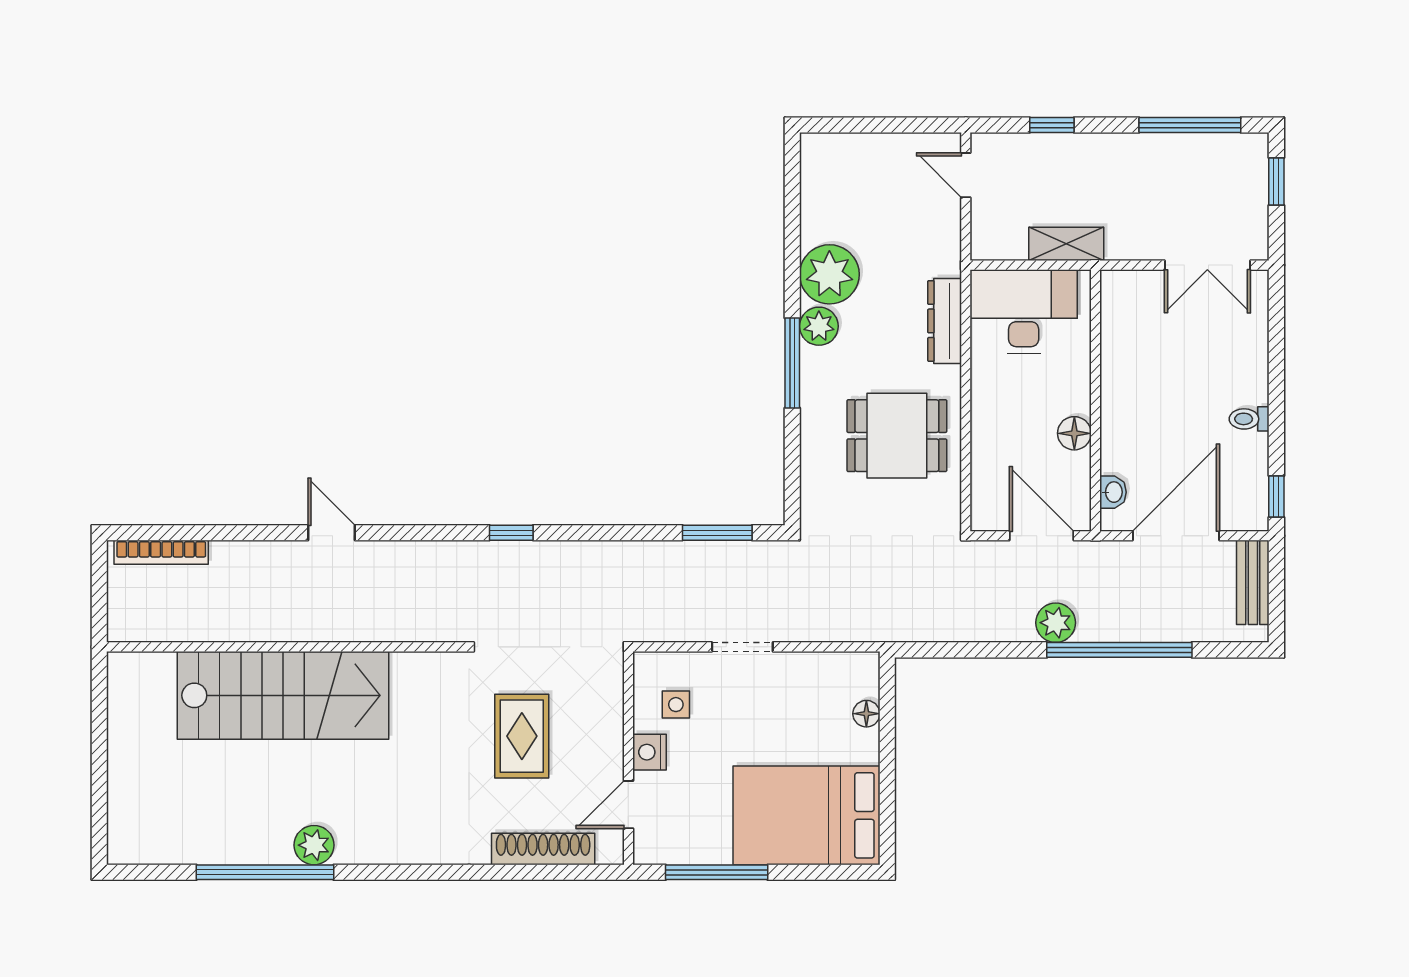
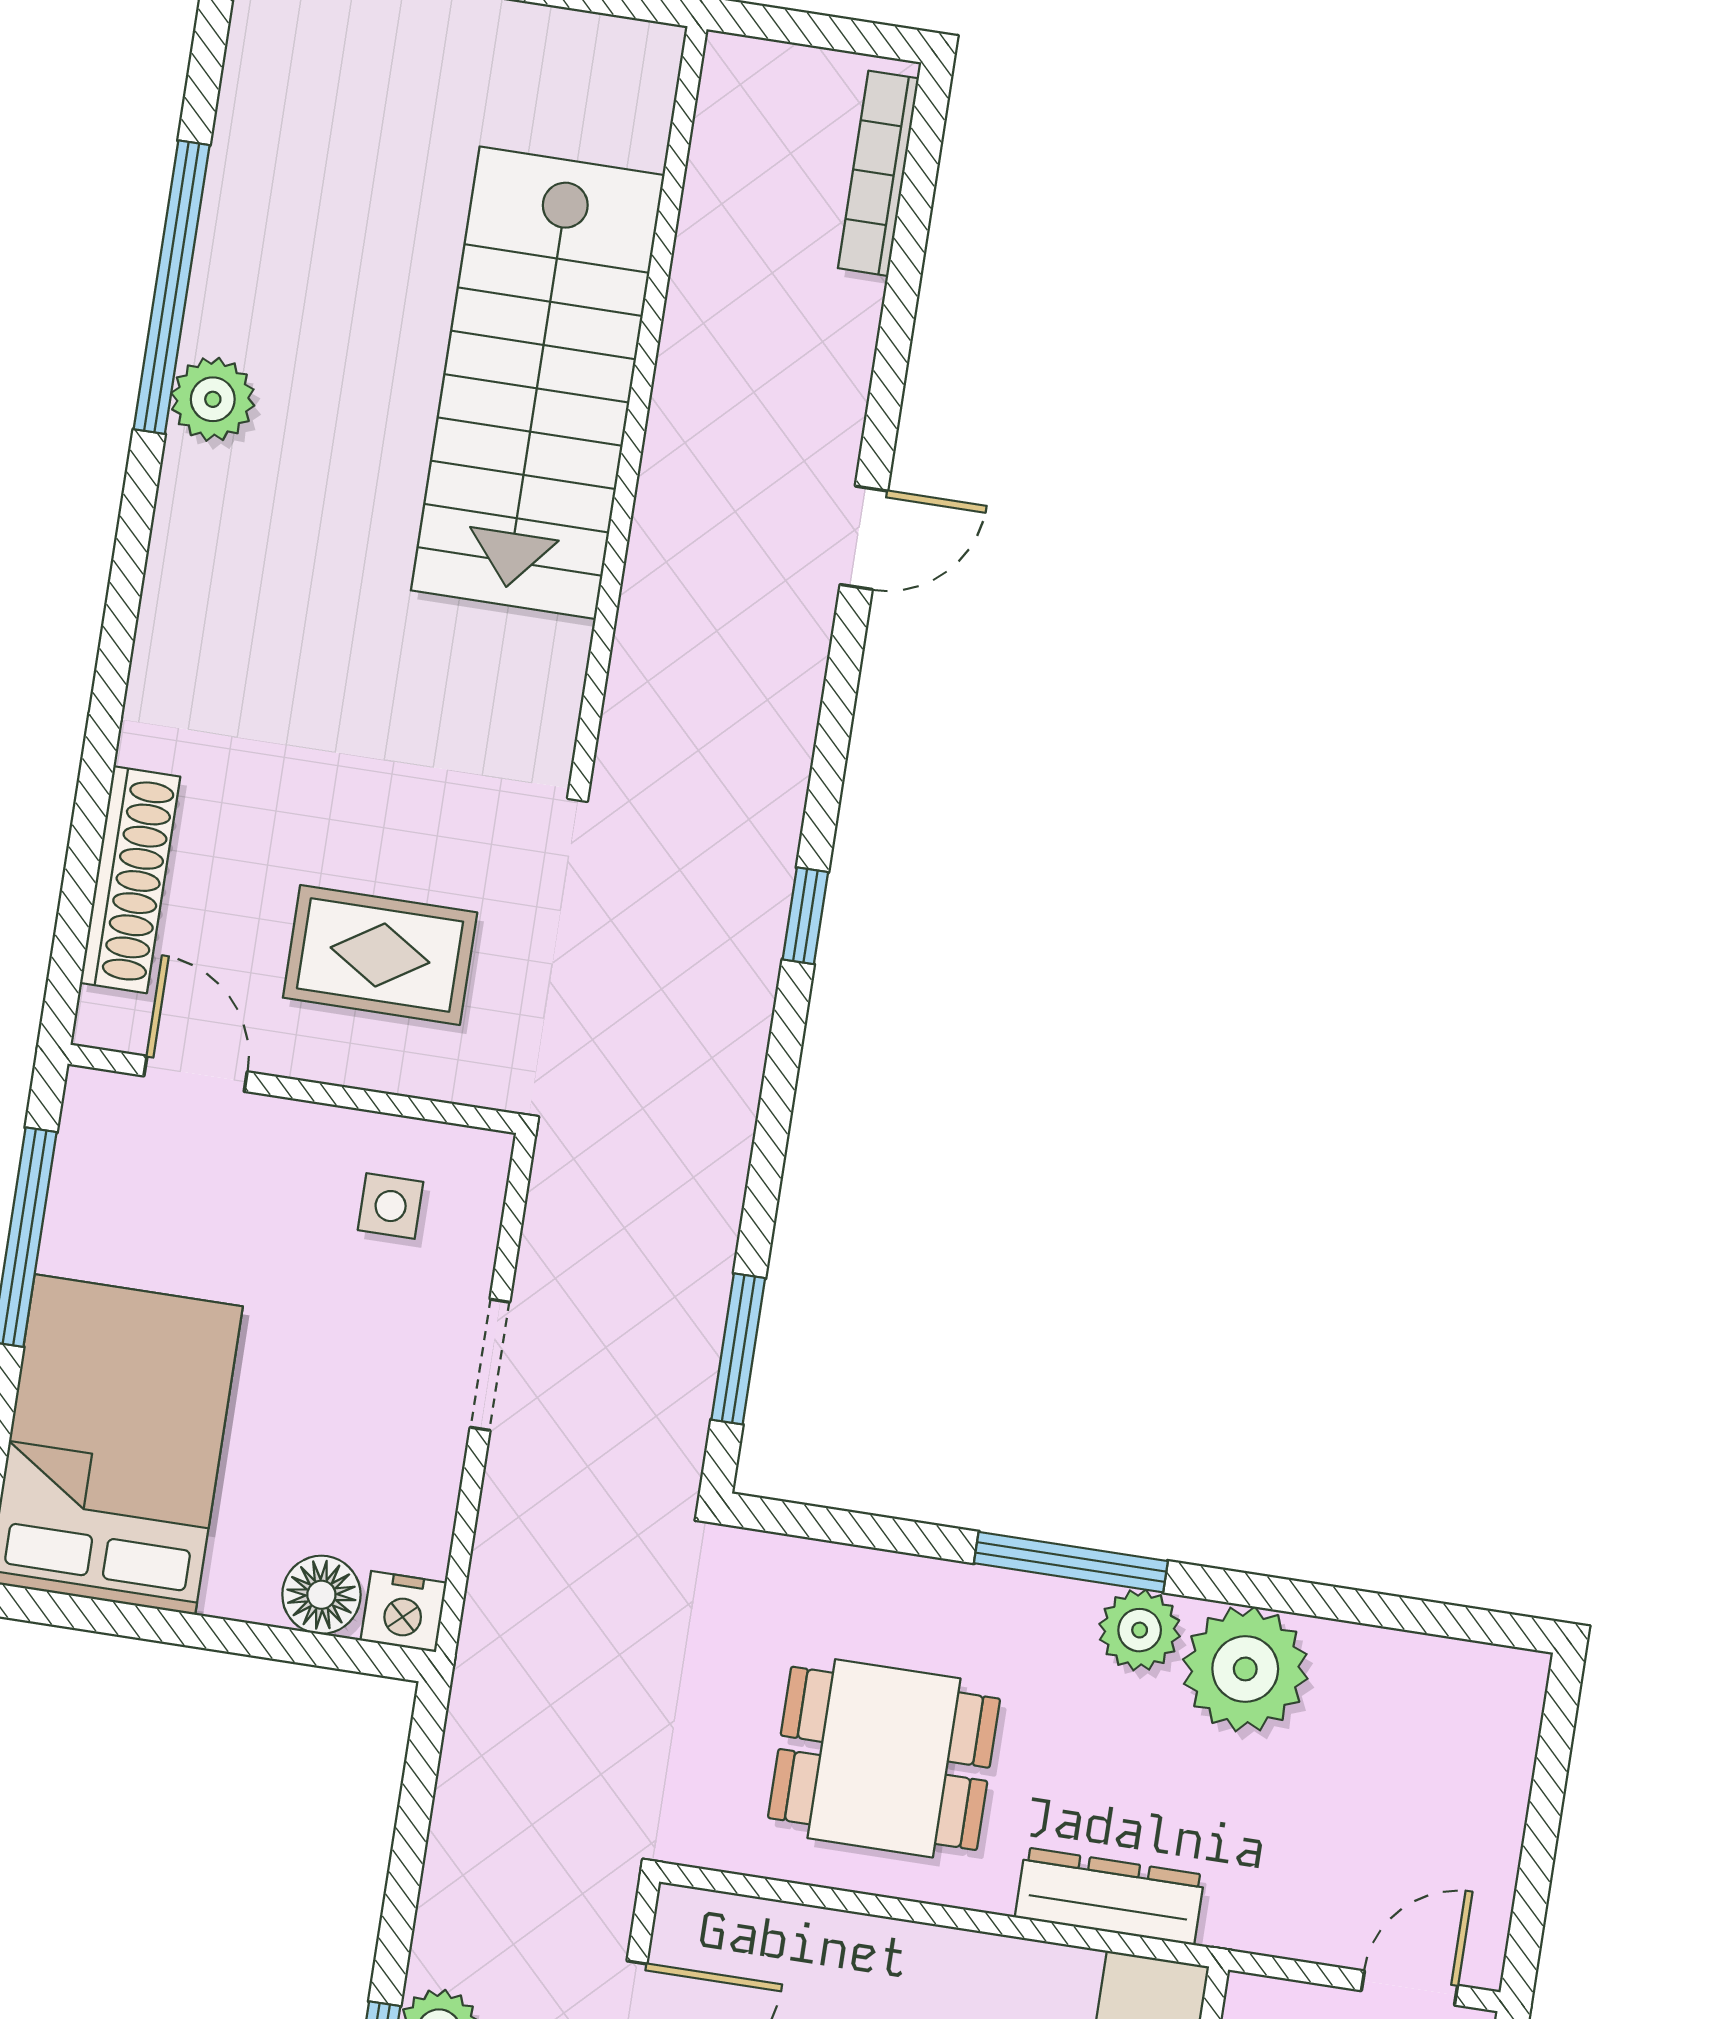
dining table: (897, 436) -> (884, 1758), turned 90
floor lamp: (866, 714) -> (321, 1595), width x1.37, depth x1.37
rug: (522, 736) -> (380, 955), moved
nightstand: (649, 752) -> (404, 1611), moved, turned 180

